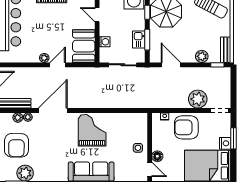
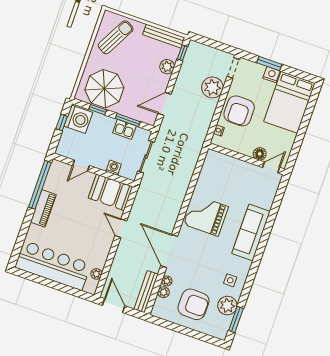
bench: (226, 50) -> (164, 36), width x1.36
plant: (44, 58) -> (96, 274), moved
side table: (138, 148) -> (230, 280), moved

